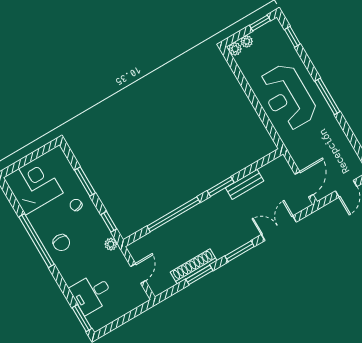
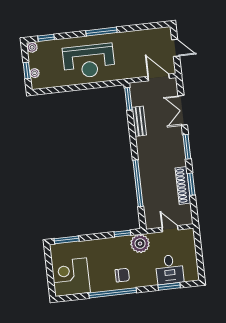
window: (260, 23) -> (27, 71), moved
plant: (235, 49) -> (32, 47), moved
window: (85, 181) -> (67, 240), moved
window: (221, 187) -> (128, 99), moved
chair: (76, 205) -> (99, 252), removed
plant: (111, 244) -> (140, 244), width x1.88, depth x1.88
window: (82, 318) -> (169, 286), moved

